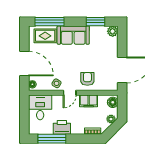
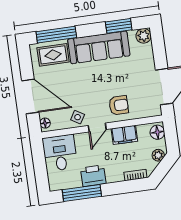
sofa: (73, 35) -> (99, 47), width x1.36
armchair: (87, 79) -> (119, 105), turned 90

